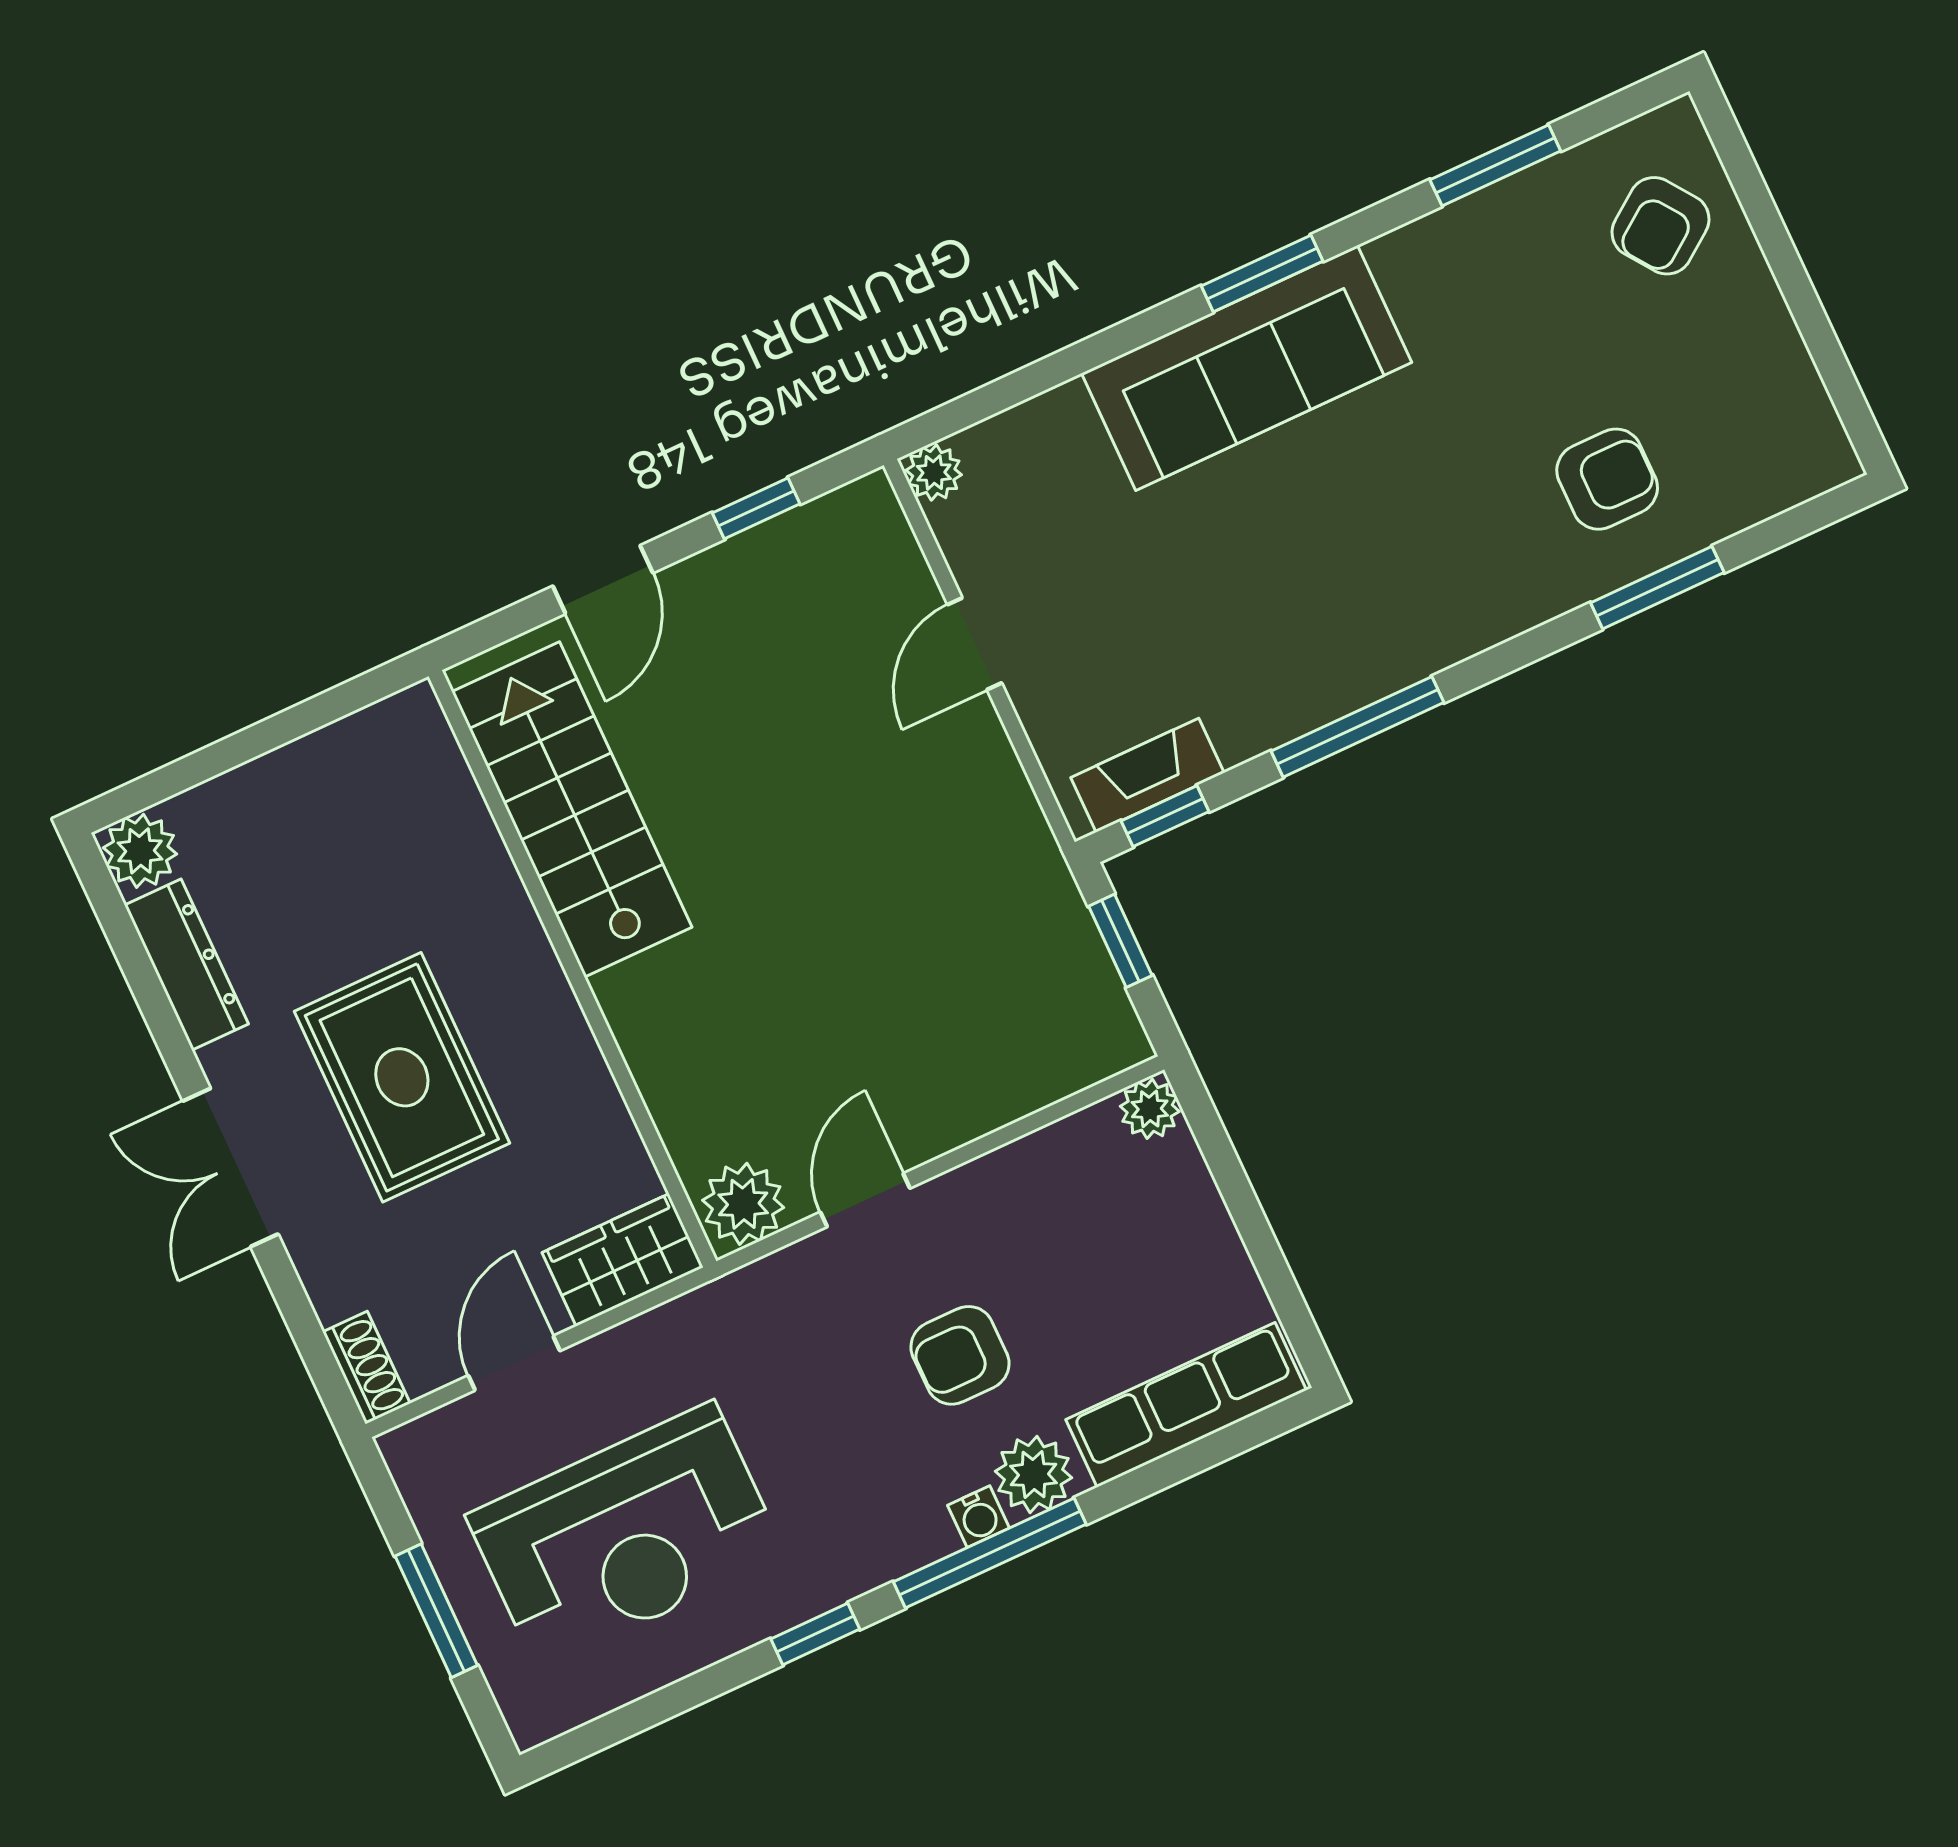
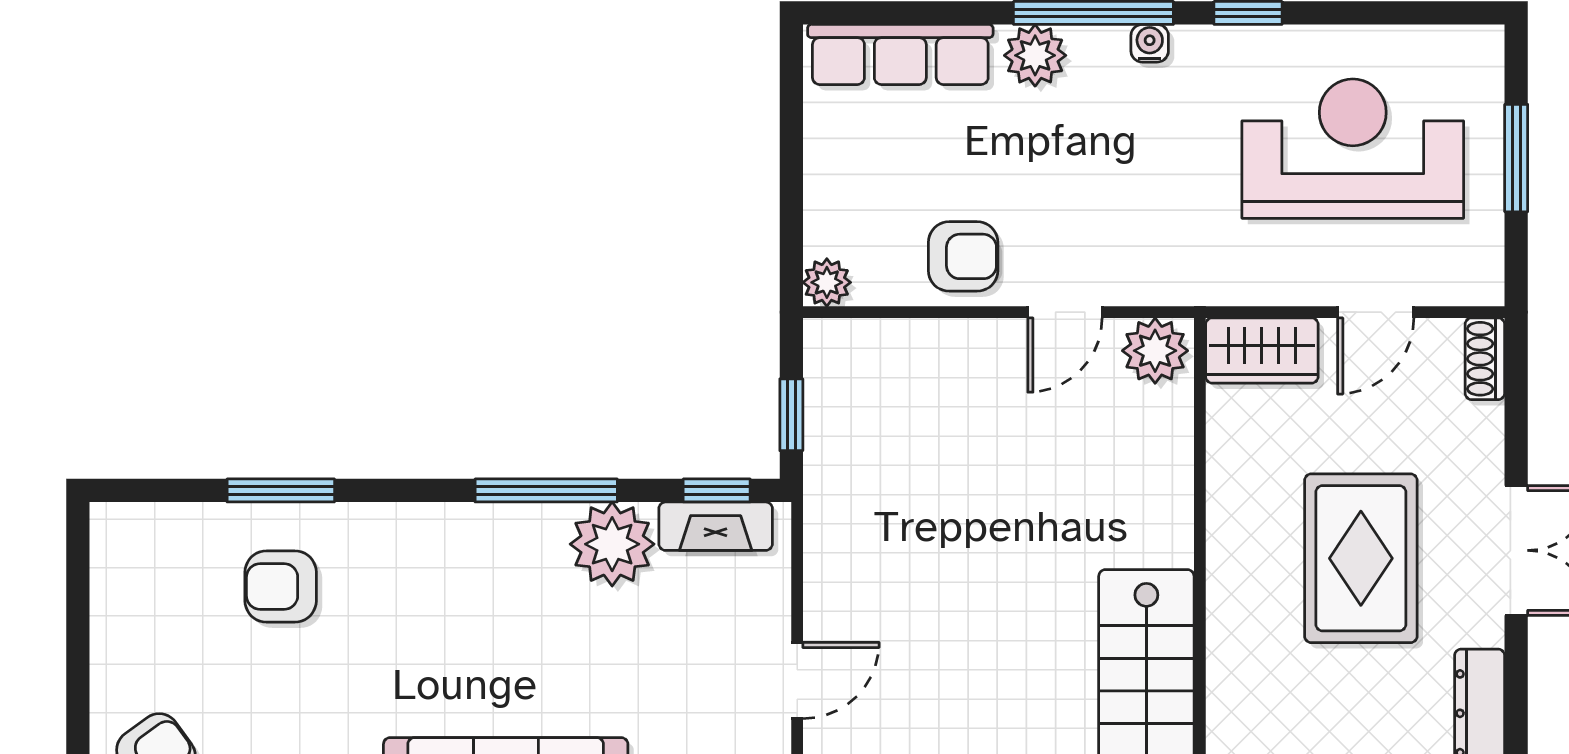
plant: (1255, 701) -> (612, 544), added
armchair: (960, 1355) -> (963, 256), moved
water cooler: (979, 1517) -> (1150, 43), moved

